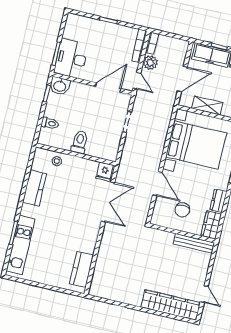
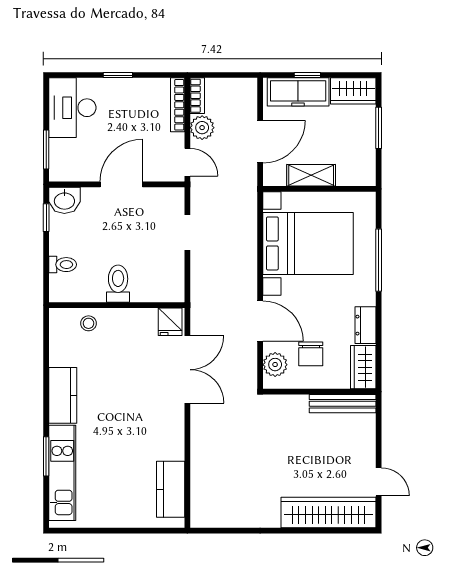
desk: (71, 59) -> (72, 108), moved
door: (108, 88) -> (121, 184), moved
kitchen counter: (34, 188) -> (63, 395), moved
plant: (160, 211) -> (275, 365), added

